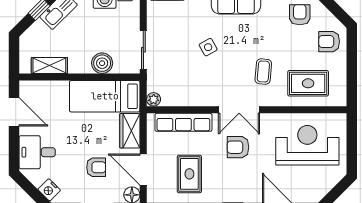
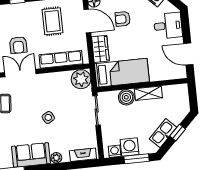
shelving: (49, 65) -> (148, 93), moved
plant: (154, 99) -> (81, 79), width x1.87, depth x1.87
armchair: (238, 147) -> (18, 45), turned 90

